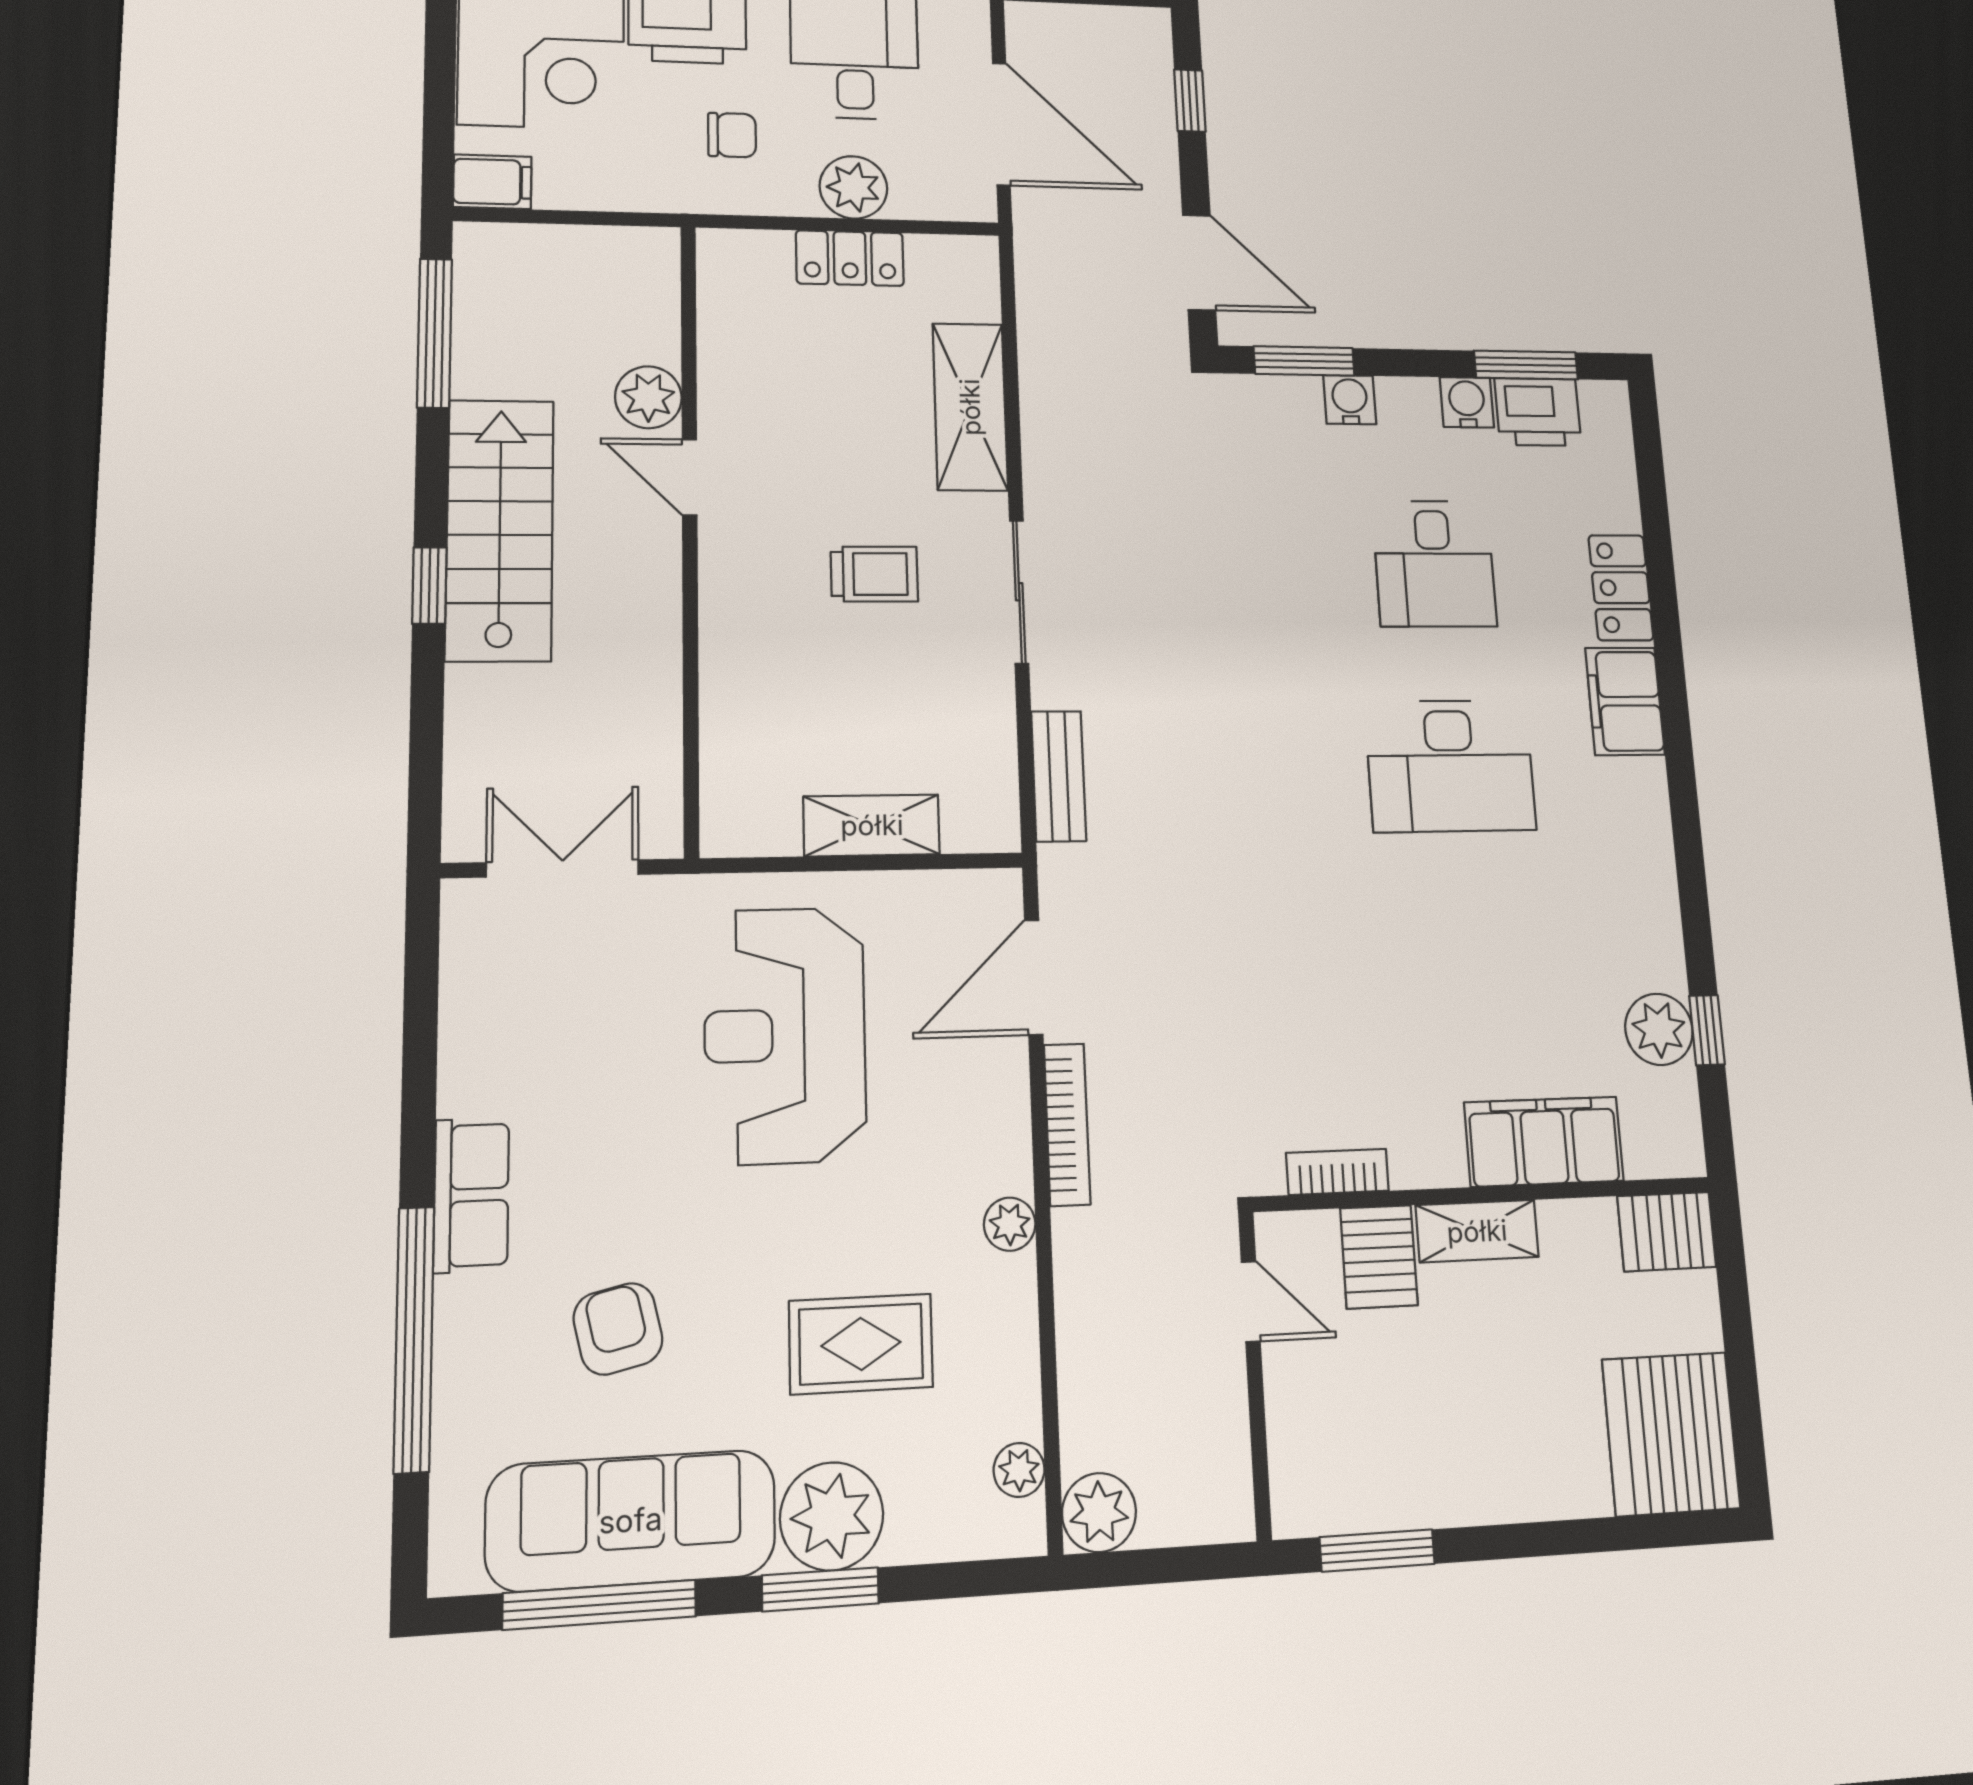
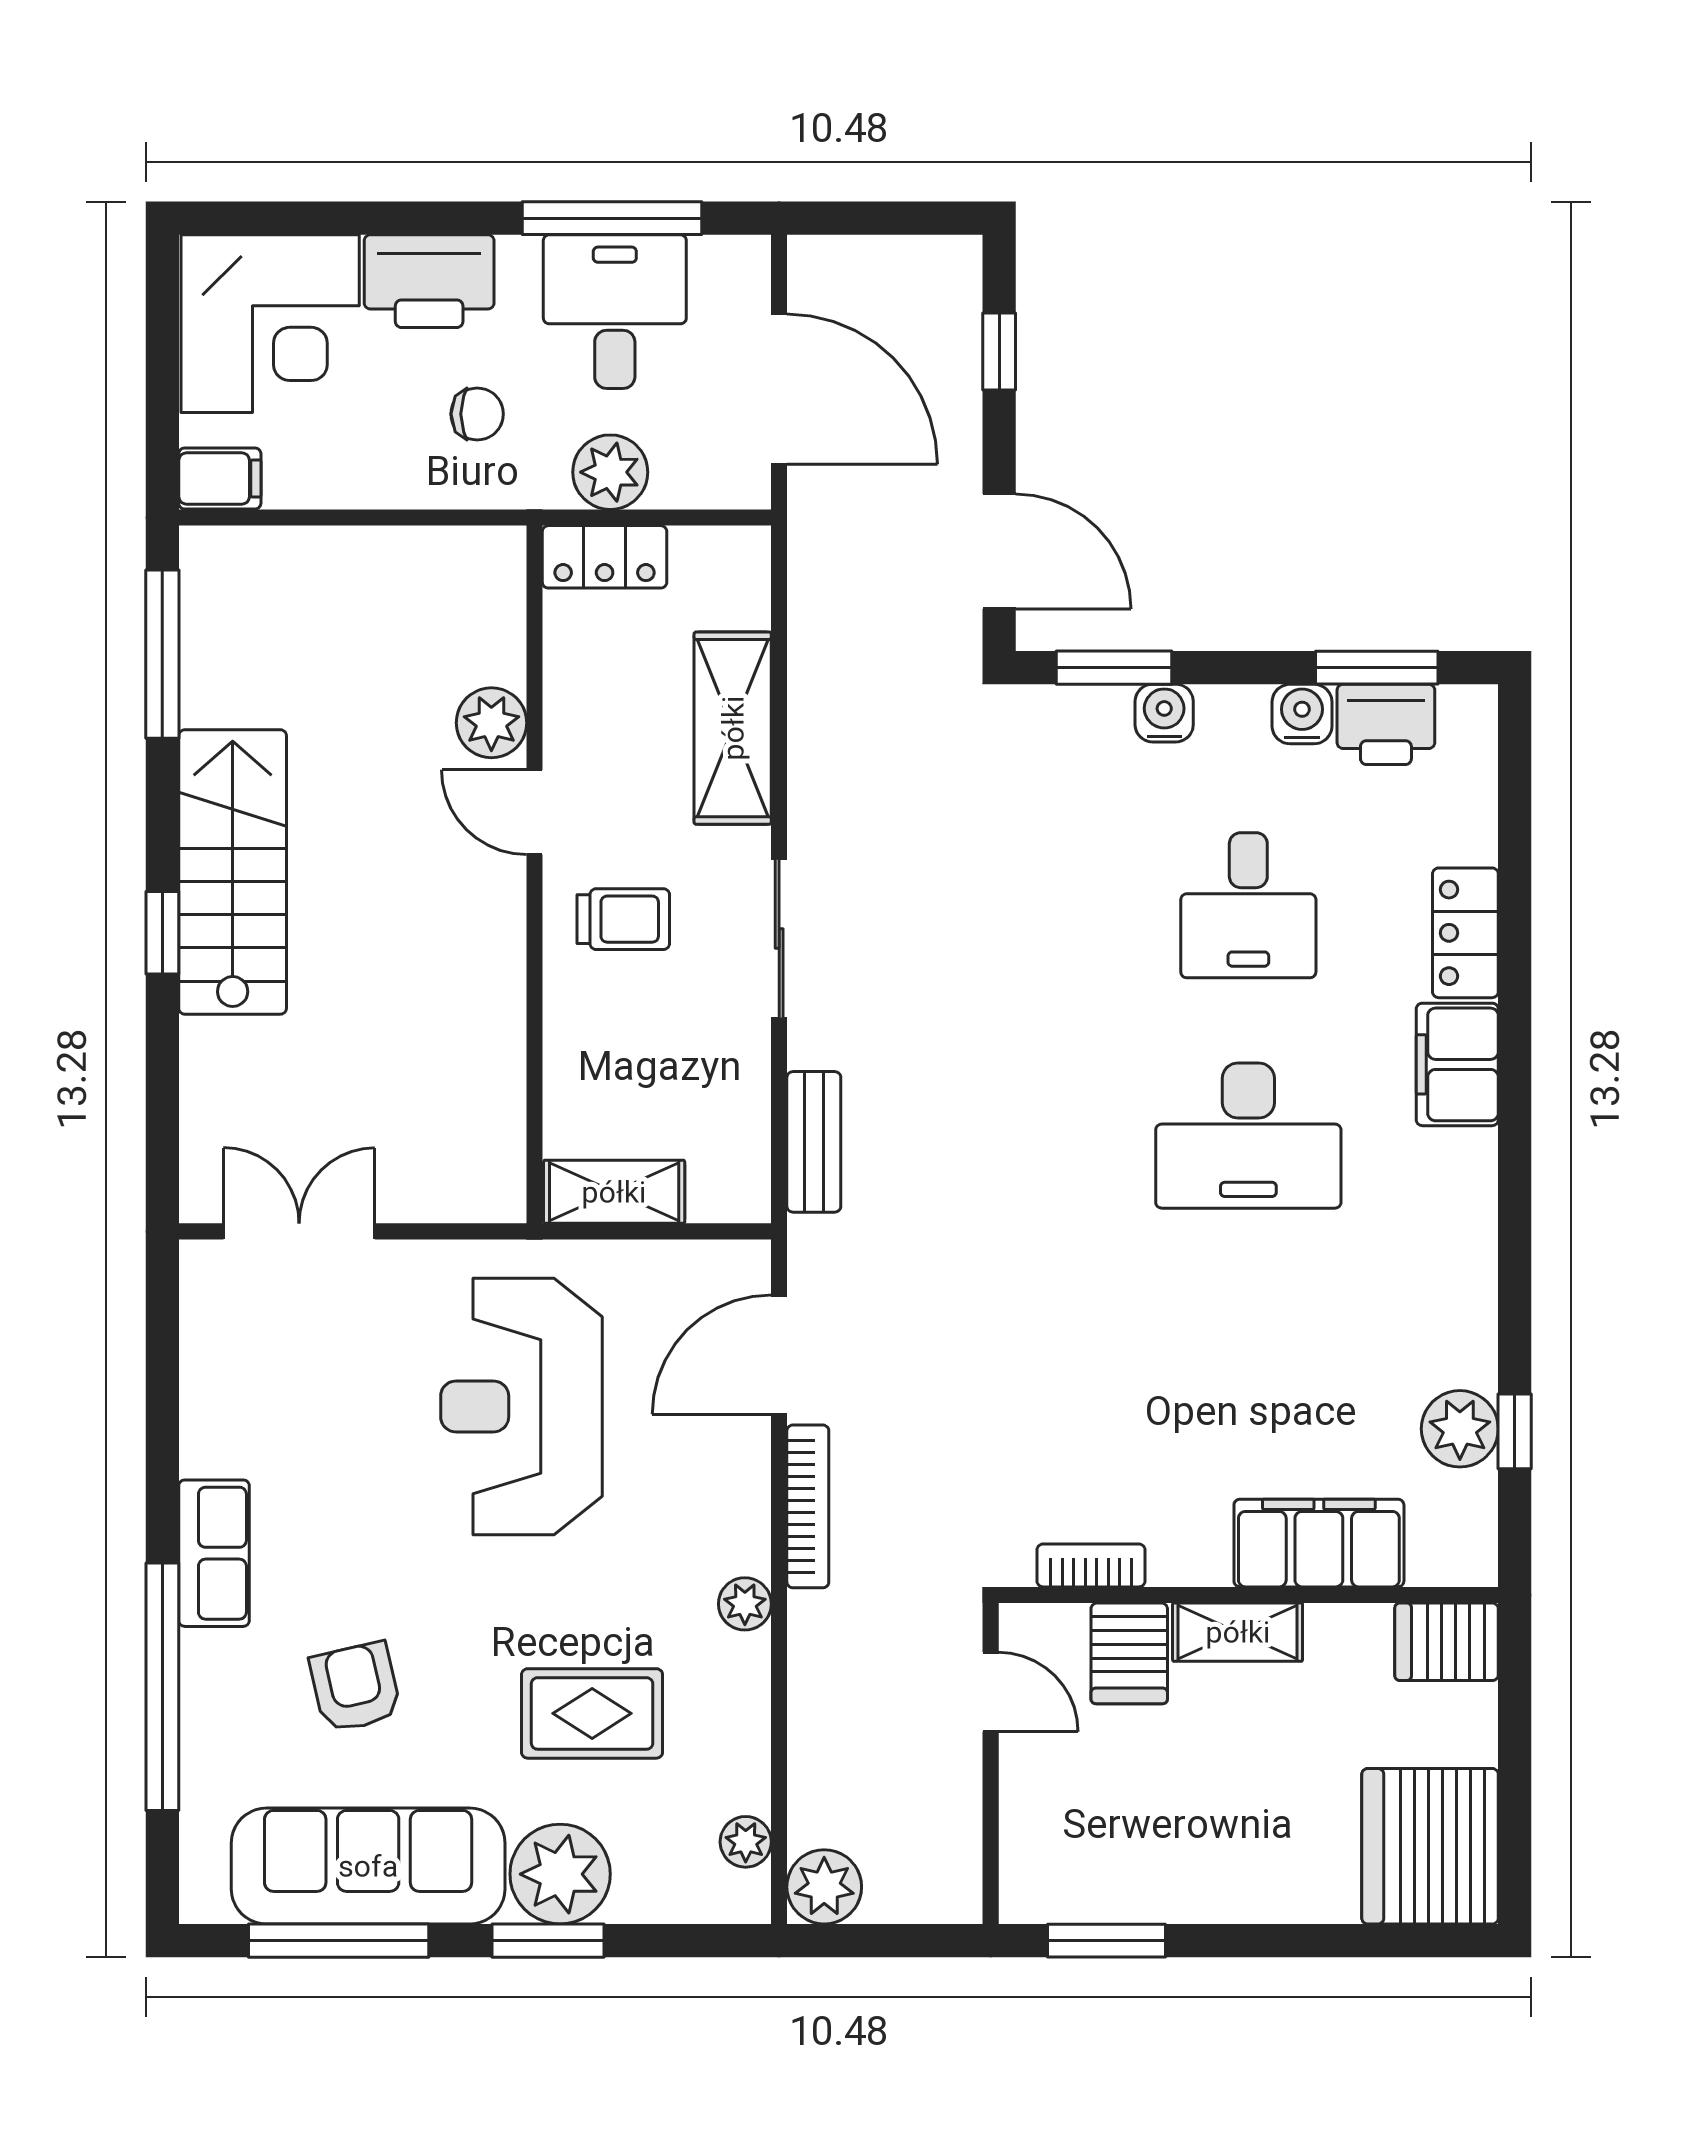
plant: (648, 397) -> (491, 723), moved
door: (690, 477) -> (535, 812), moved
wall: (690, 533) -> (535, 874), moved

